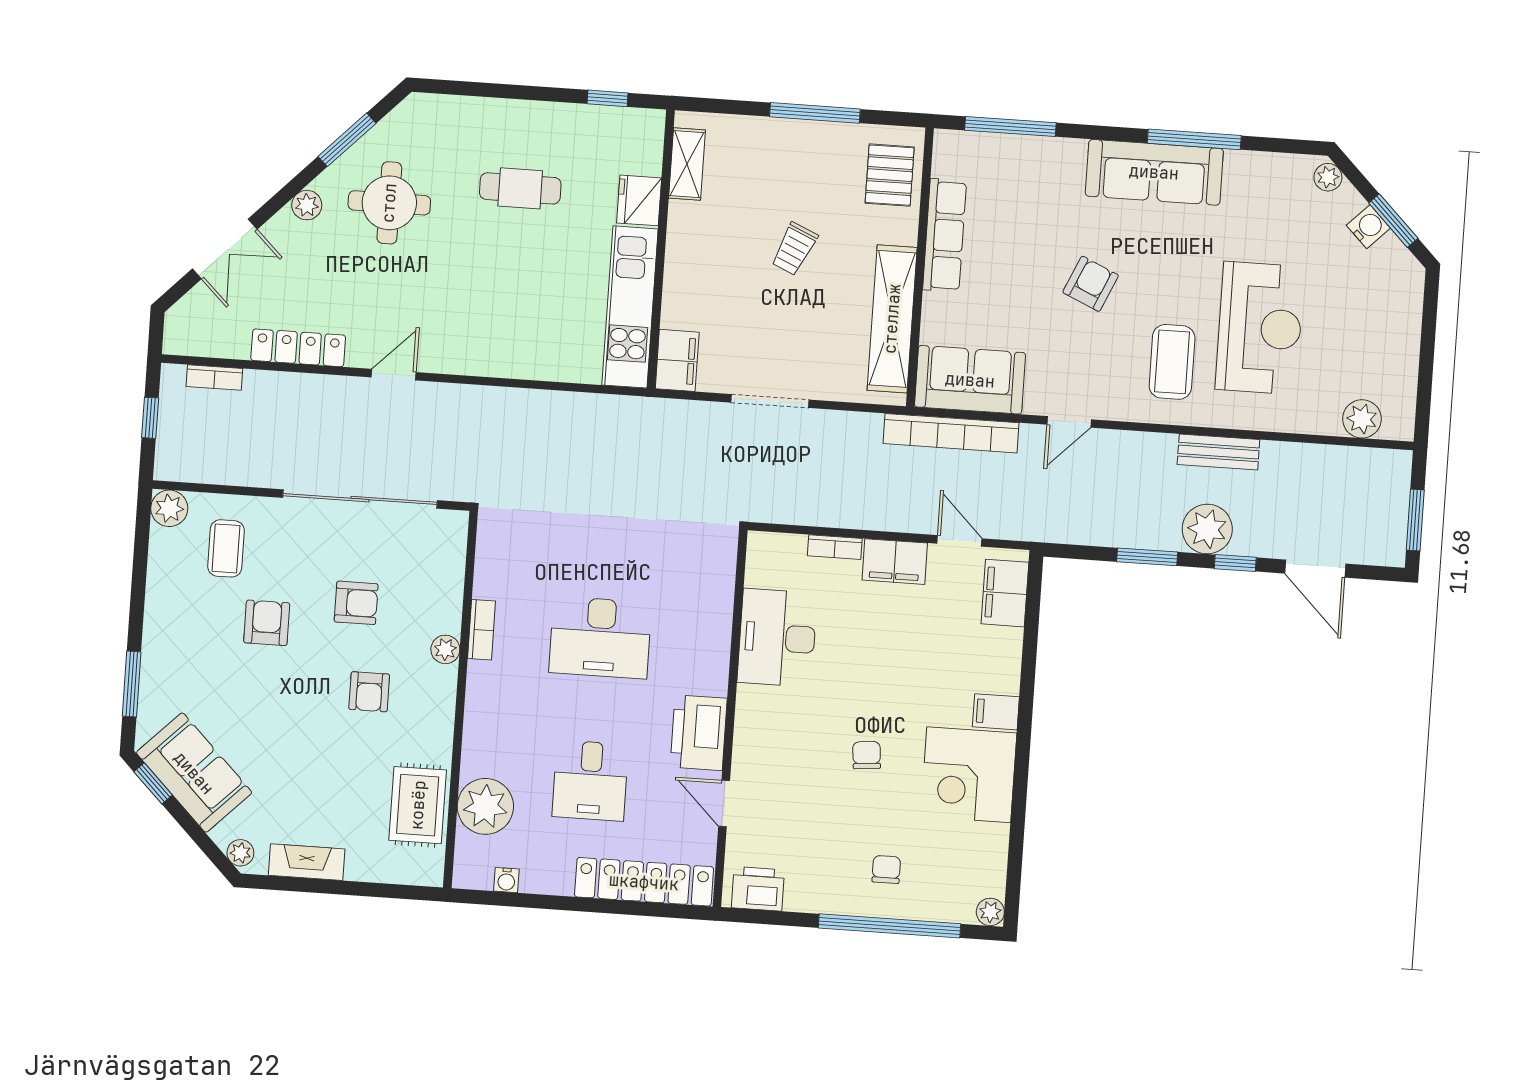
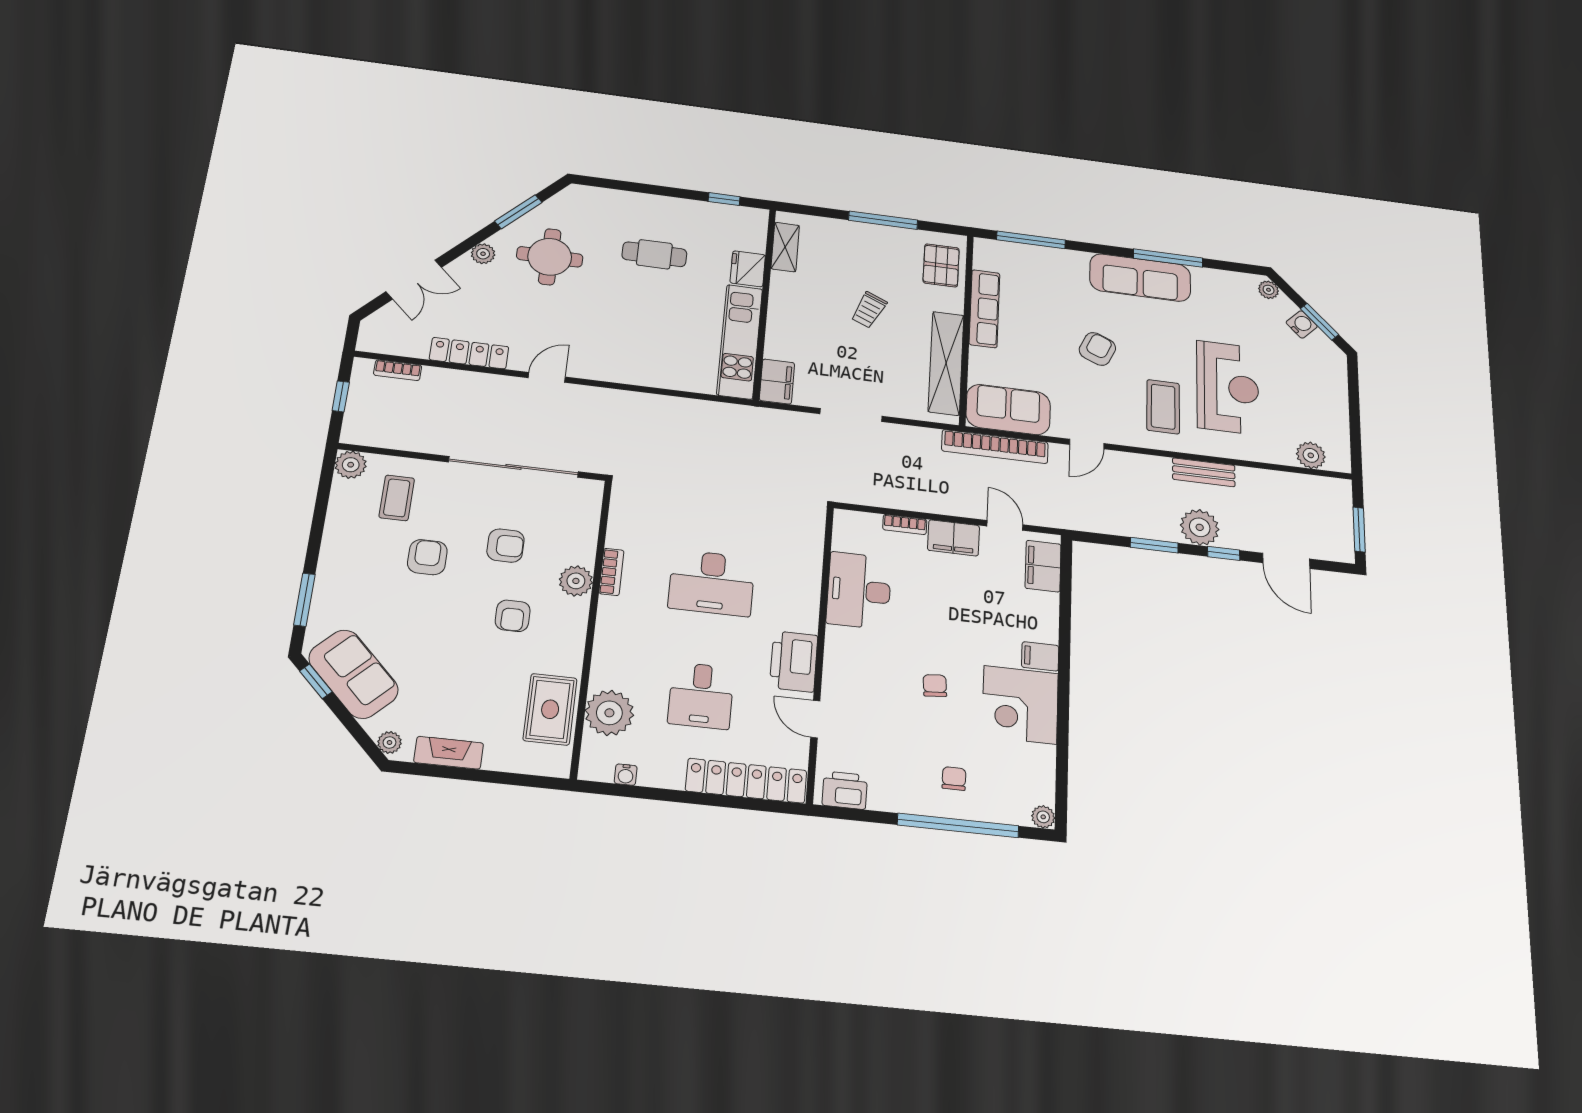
plant: (445, 649) -> (576, 581), width x1.38, depth x1.38

